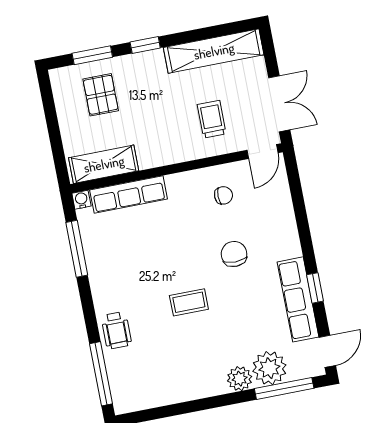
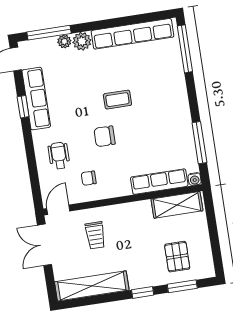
chair: (234, 254) -> (105, 136), moved, turned 90
wheelchair: (116, 330) -> (59, 156), moved
plant: (269, 368) -> (64, 41), width x0.53, depth x0.53
row of seats: (172, 391) -> (132, 34), added

